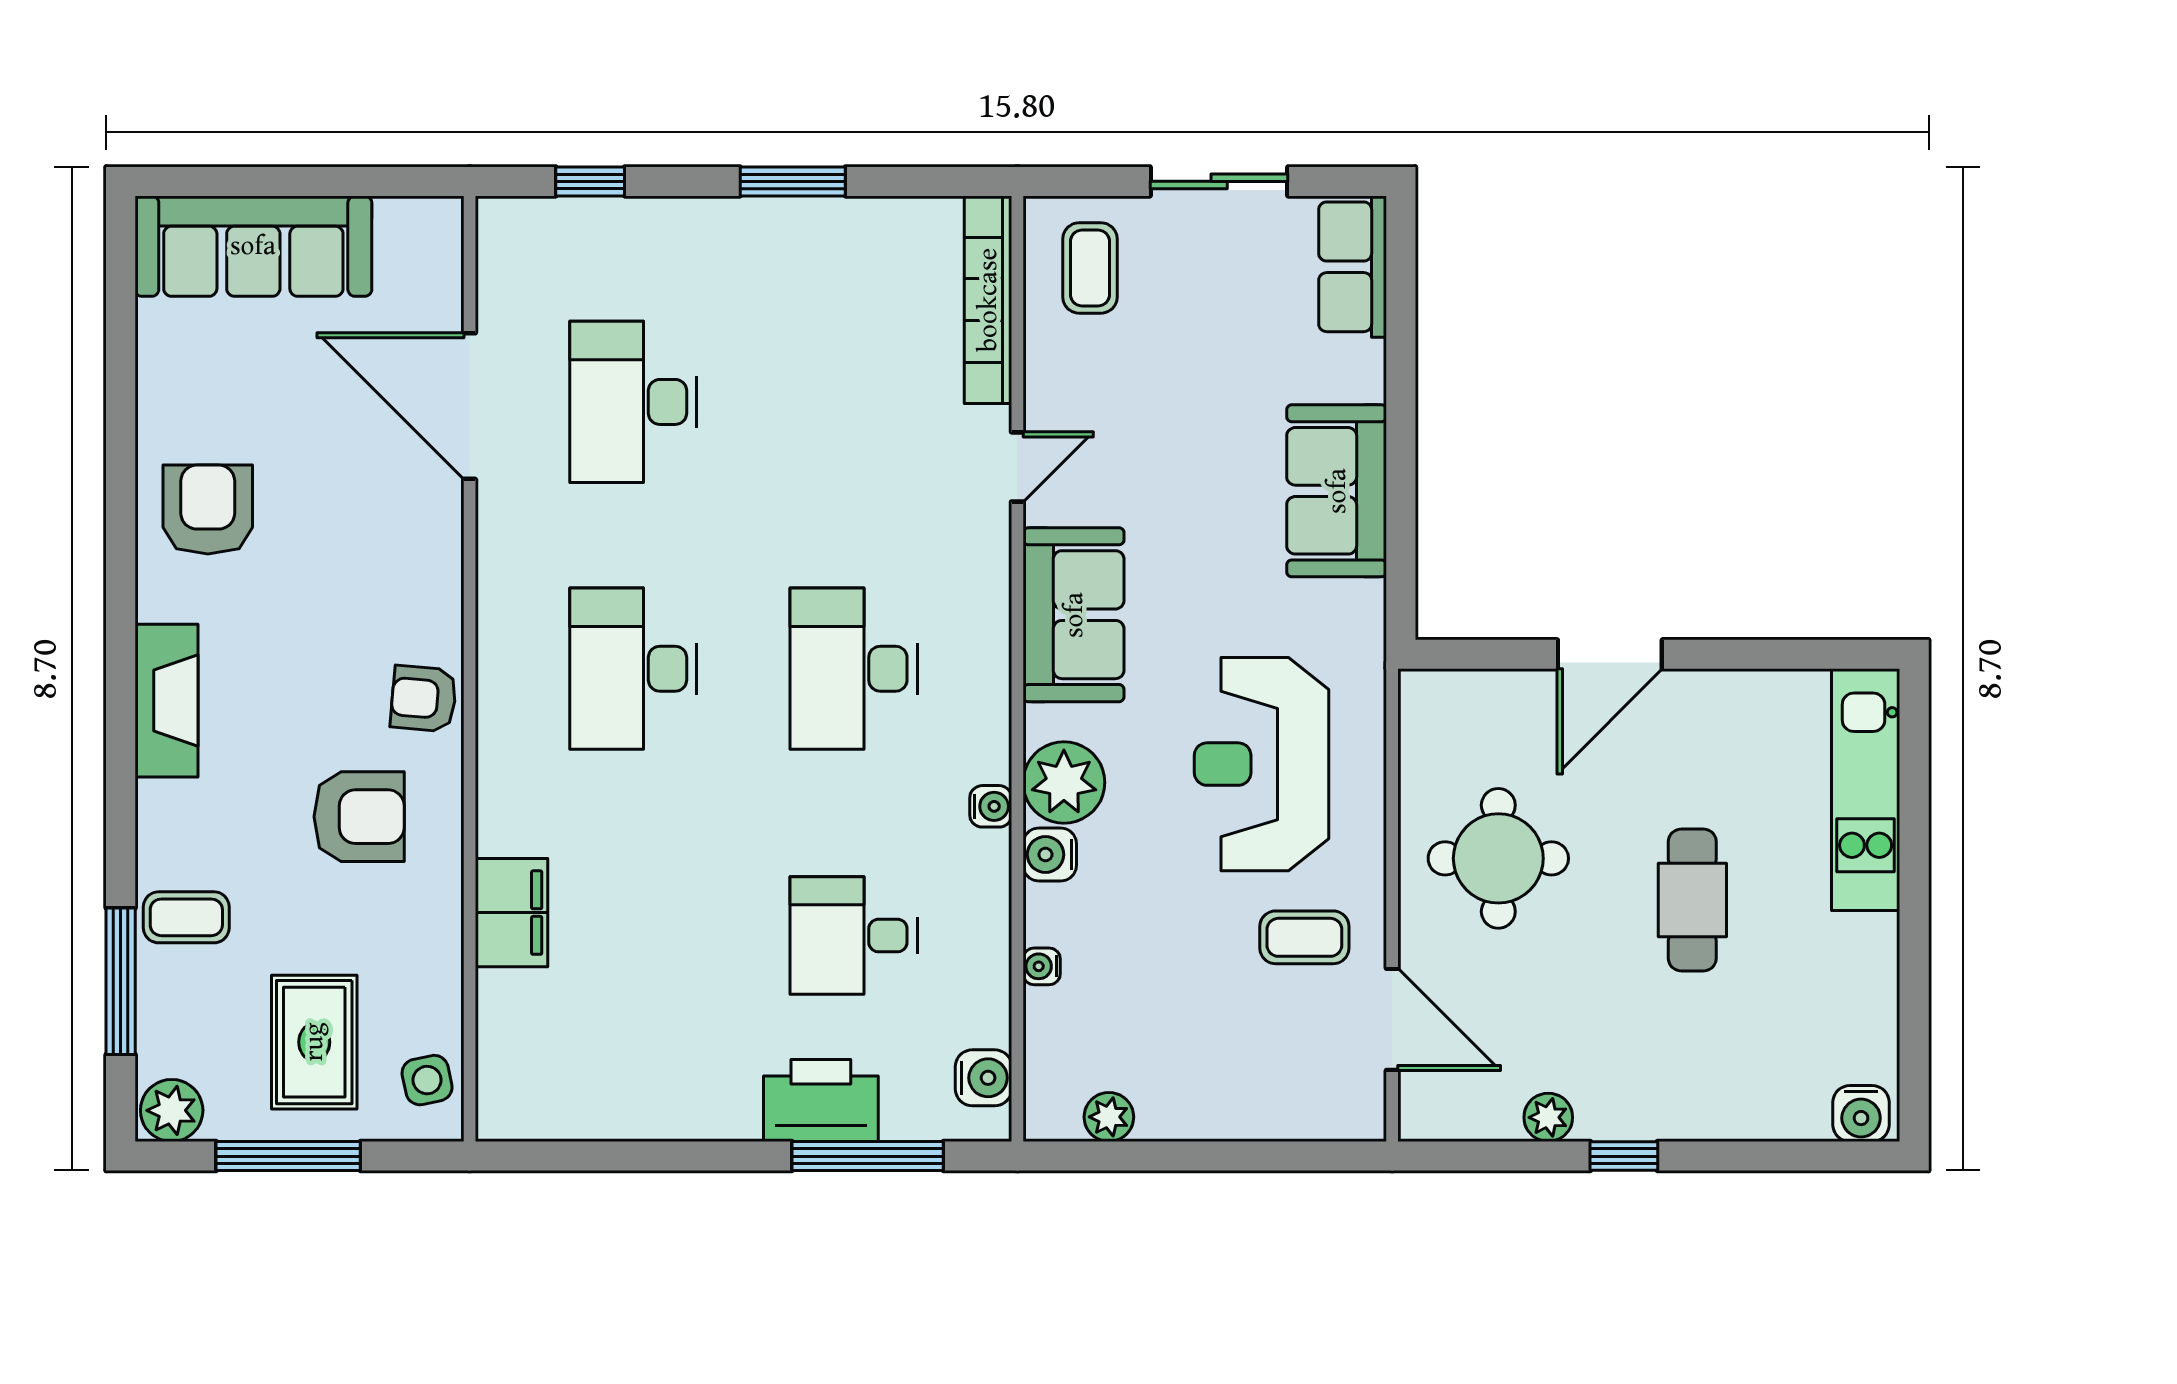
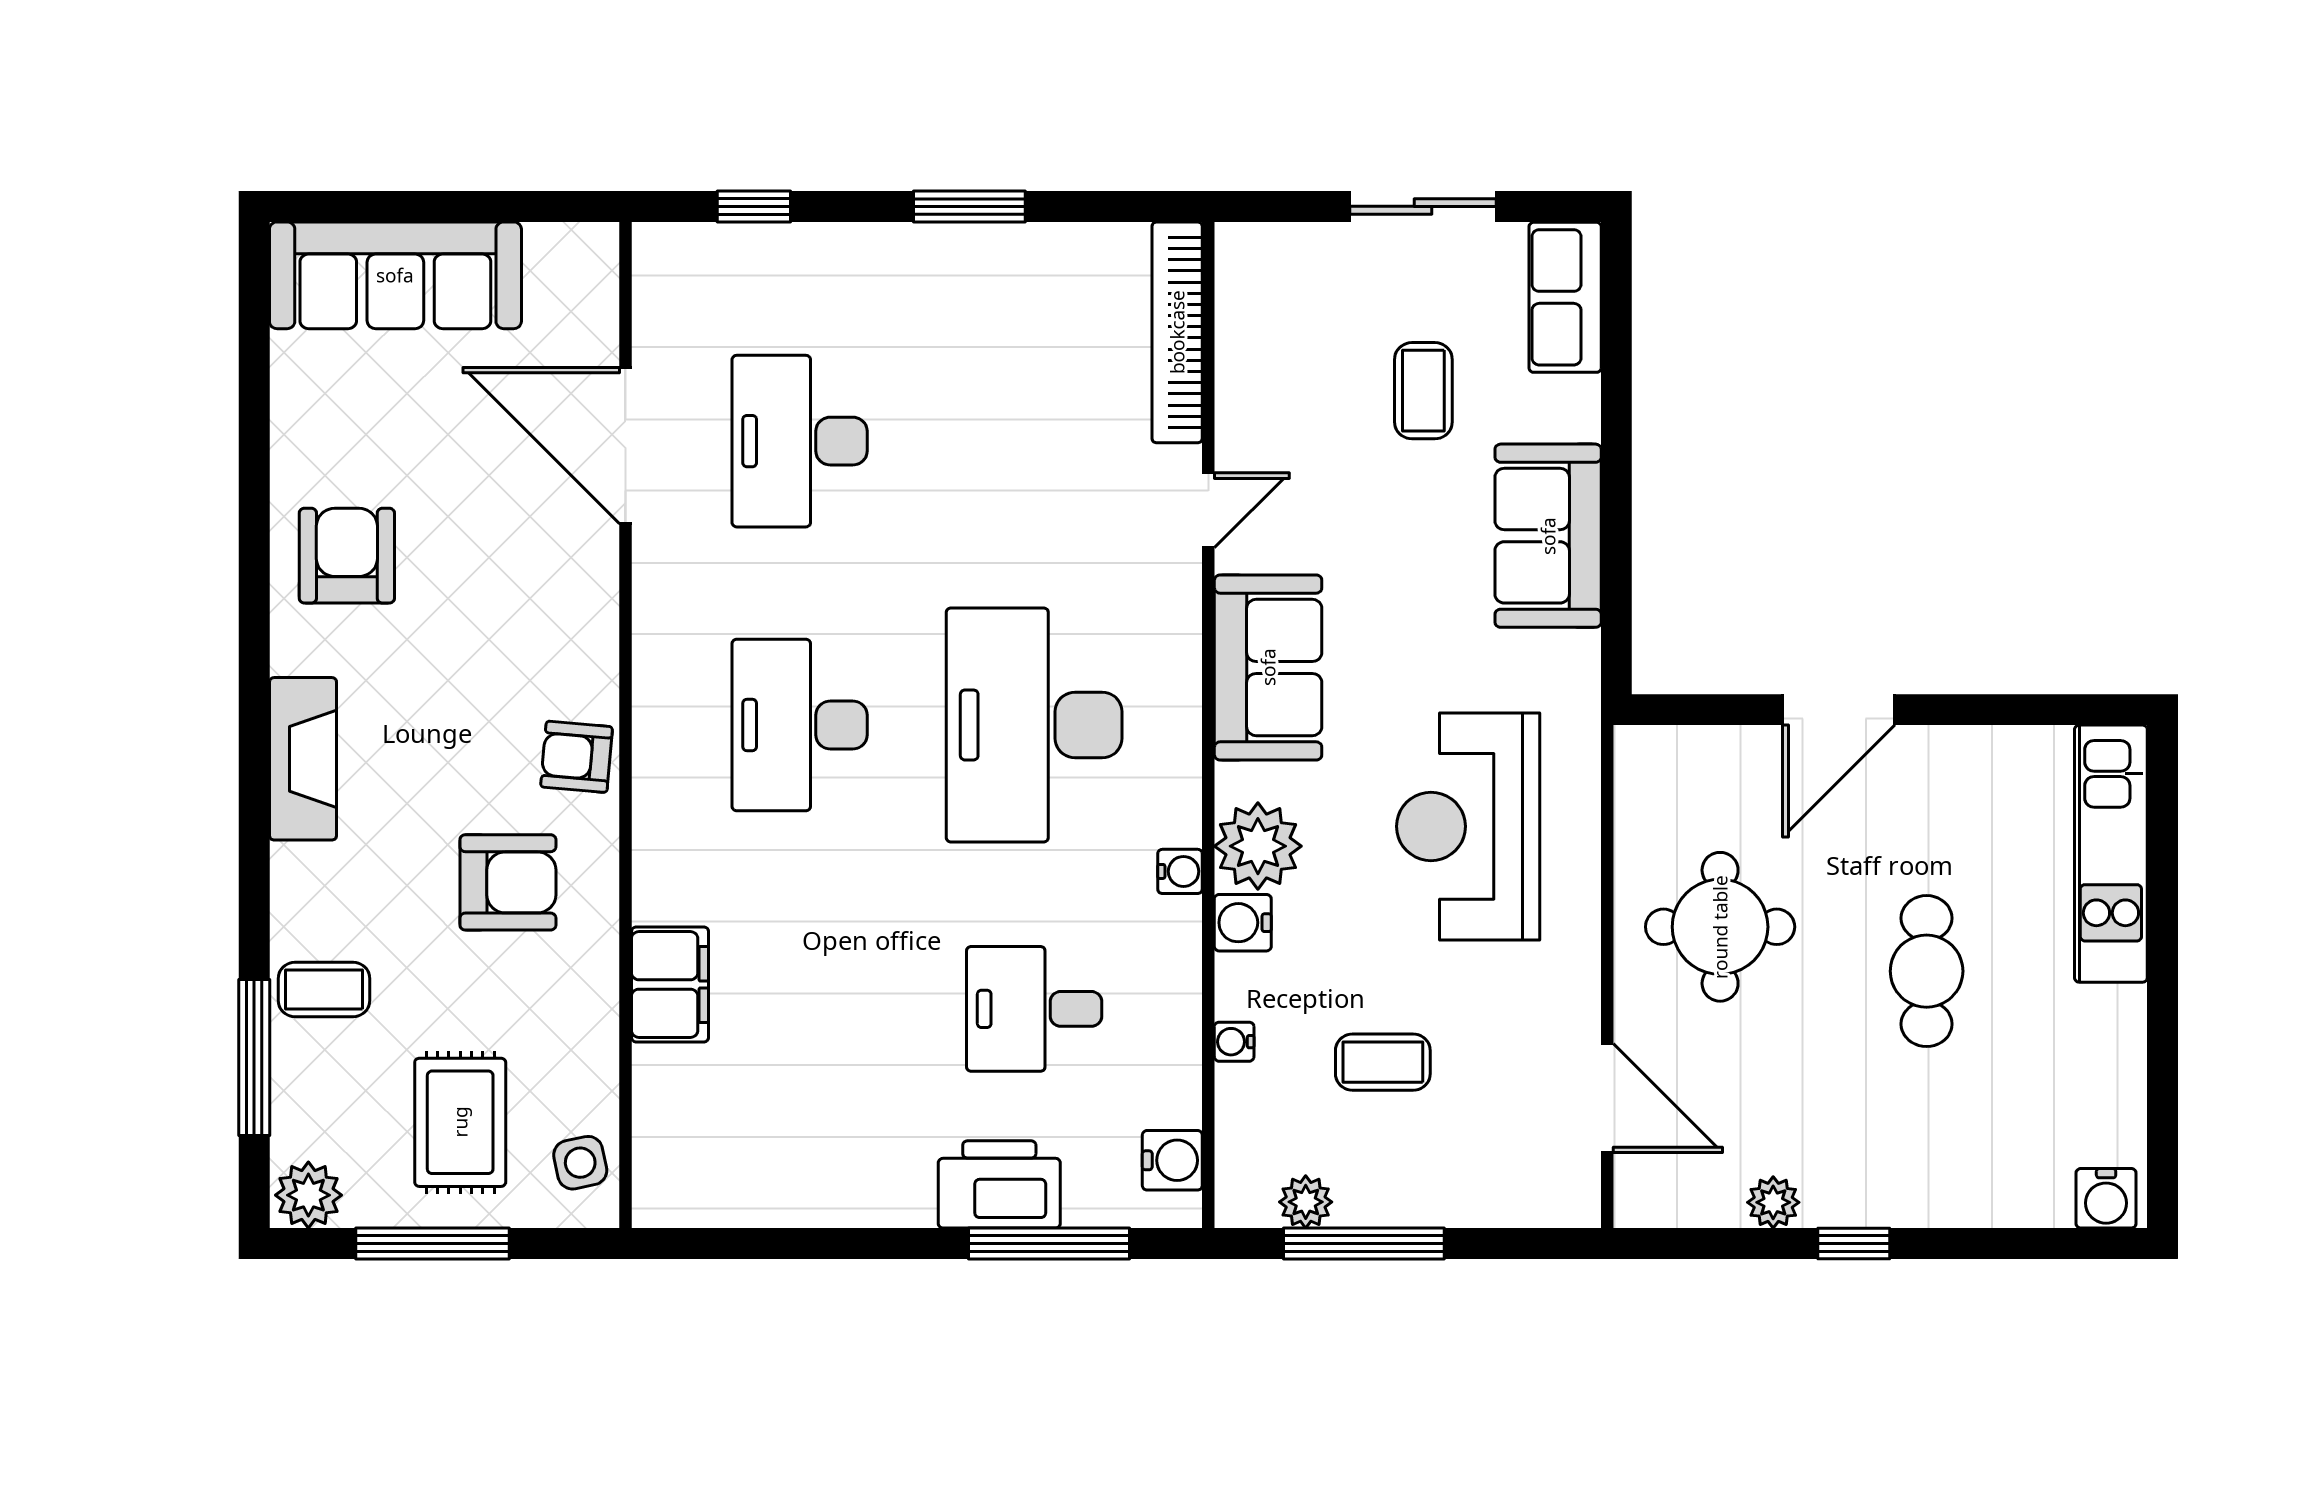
coffee table: (1090, 268) -> (1423, 391), moved
desk: (854, 669) -> (1034, 725), width x1.36, depth x1.30
coffee table: (1304, 937) -> (1383, 1062), moved
window: (1164, 1156) -> (1364, 1243), added

